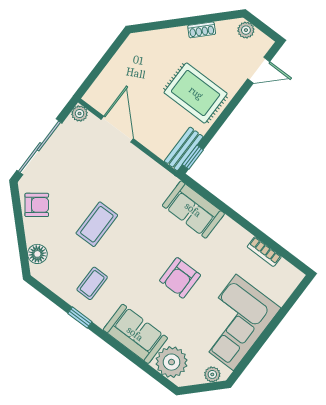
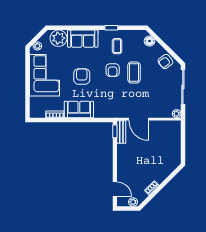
door: (259, 70) -> (115, 189), swing flipped
rug: (196, 93) -> (134, 159), removed
door: (117, 129) -> (139, 119), moved
sofa: (193, 210) -> (79, 110), moved
armchair: (126, 252) -> (113, 70), added

